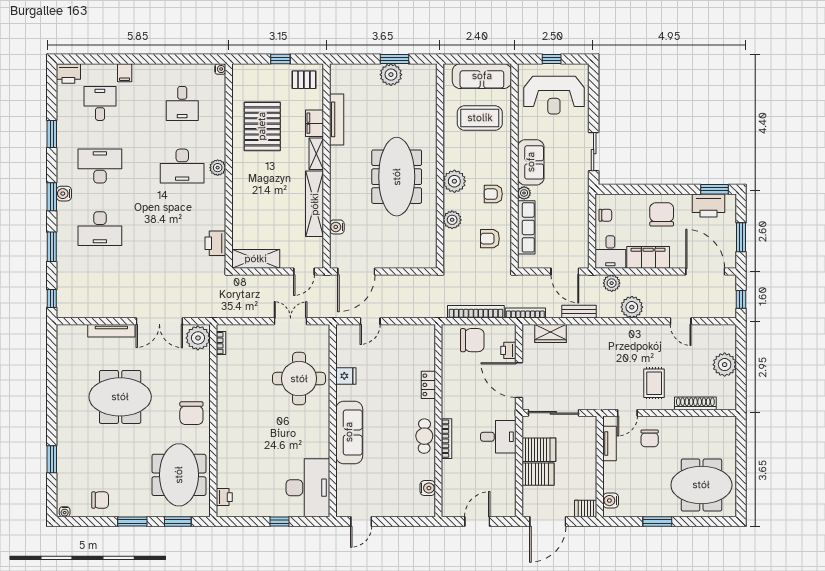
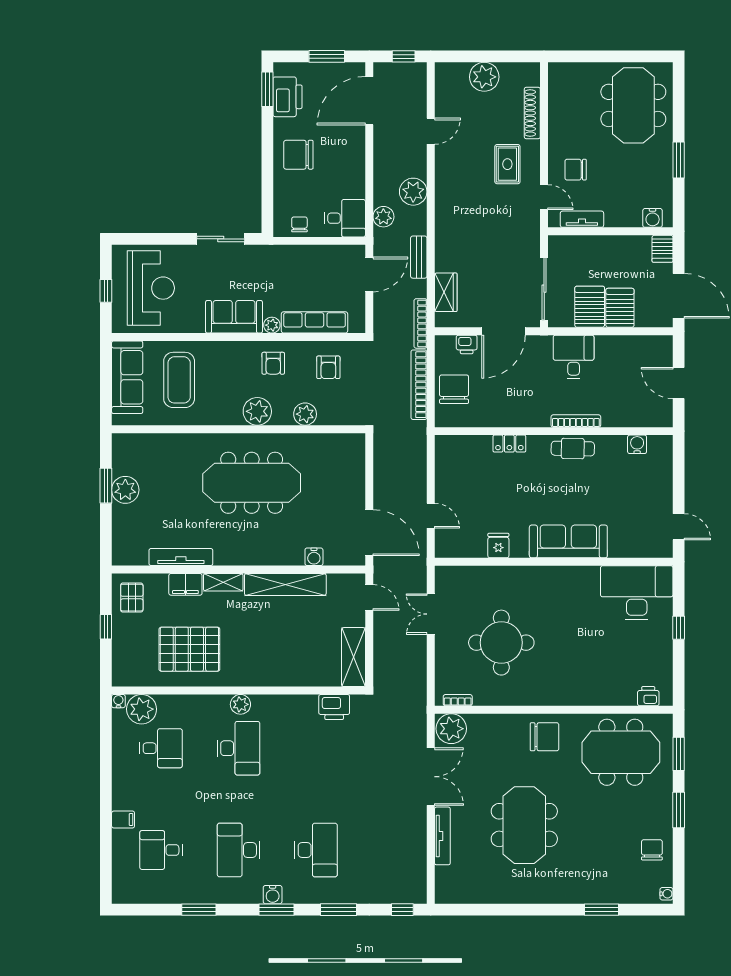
printer: (68, 73) -> (124, 889), removed
plant: (214, 88) -> (142, 709), added
filing cabinet: (648, 257) -> (352, 172), removed
round table: (299, 379) -> (501, 643), moved
rug: (654, 383) -> (507, 164), turned 90
chair: (650, 438) -> (576, 170), turned 180

